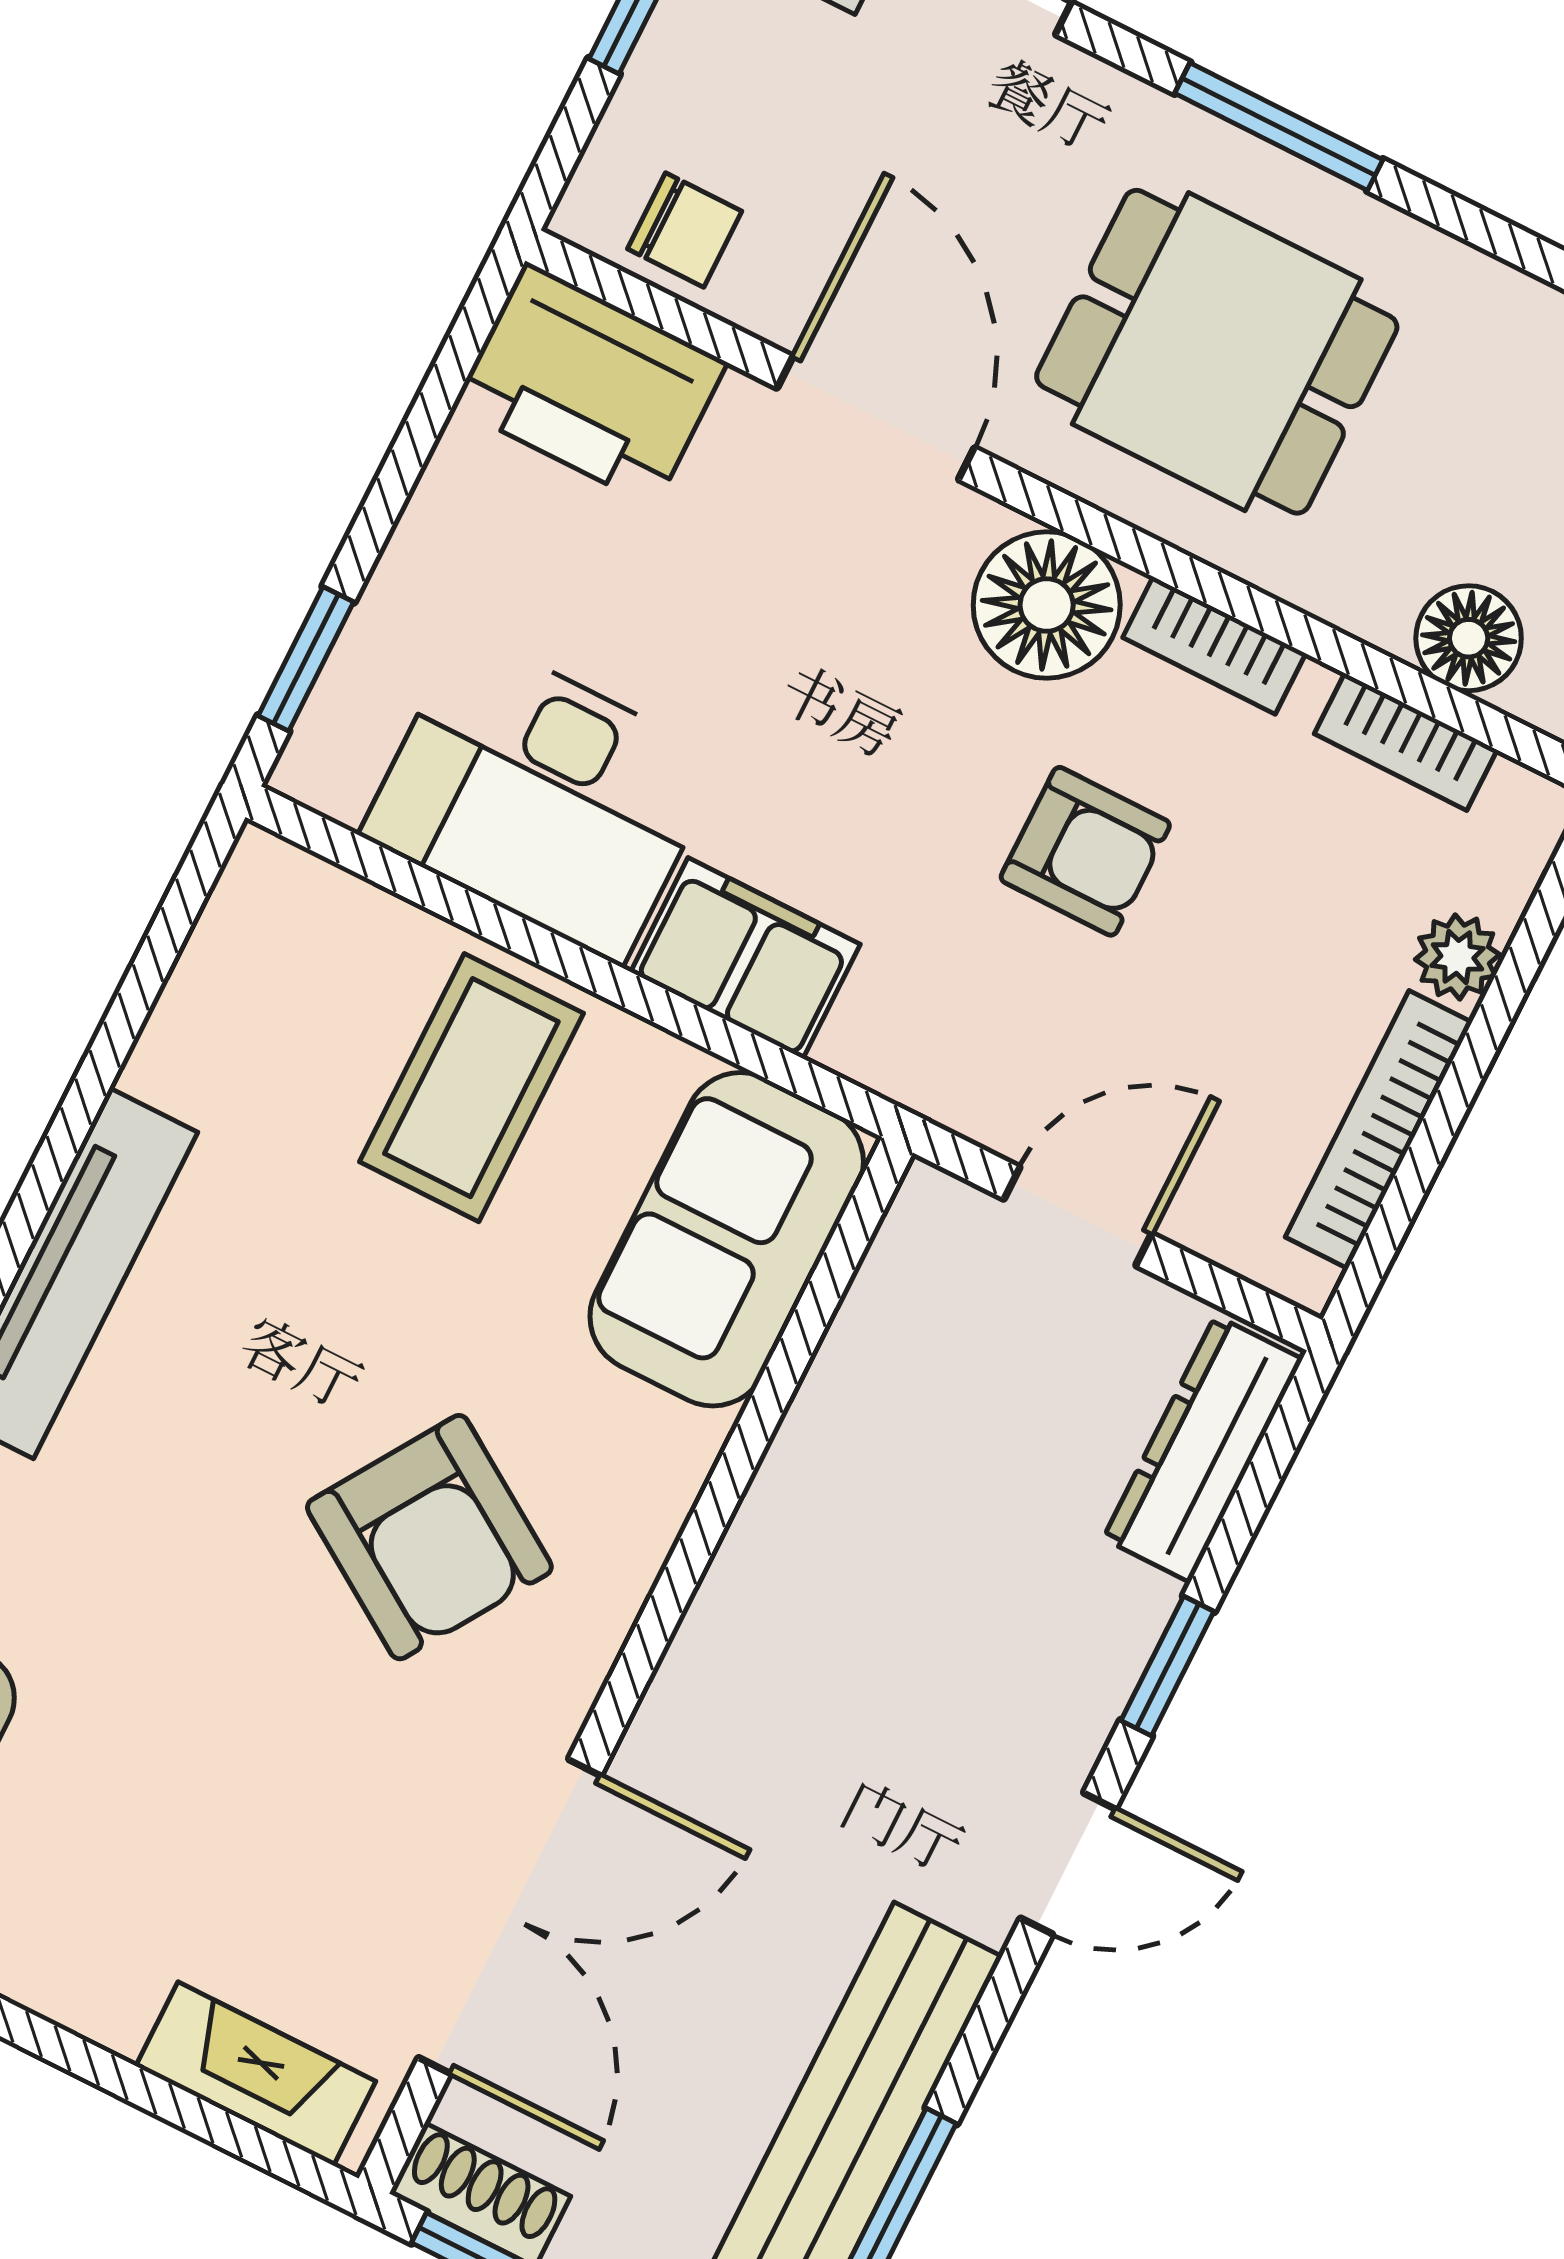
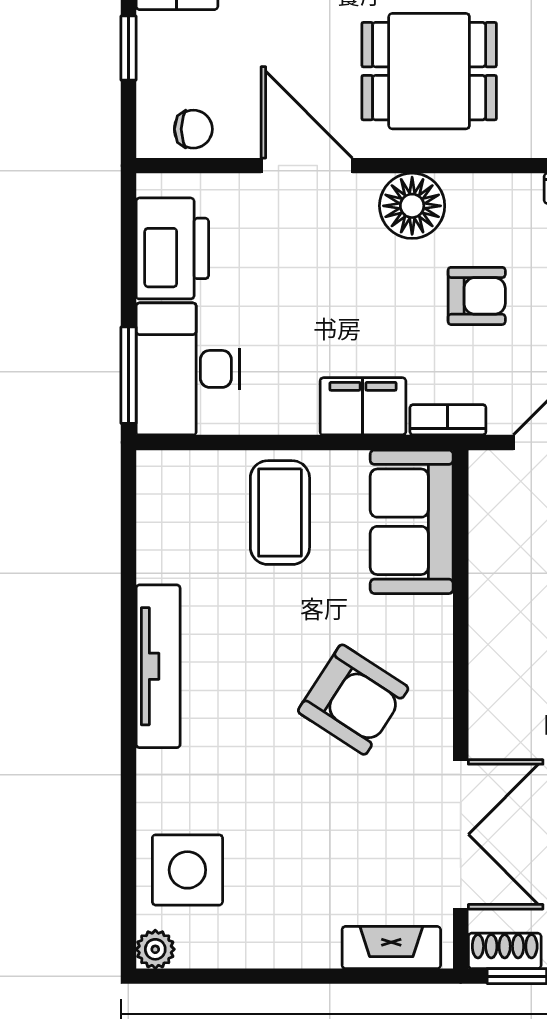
printer: (590, 384) -> (172, 248), moved, turned -90
bookcase: (1214, 645) -> (448, 420), moved, turned 180
window: (306, 659) -> (128, 375), width x1.50
desk: (542, 797) -> (188, 369), moved, turned 90

